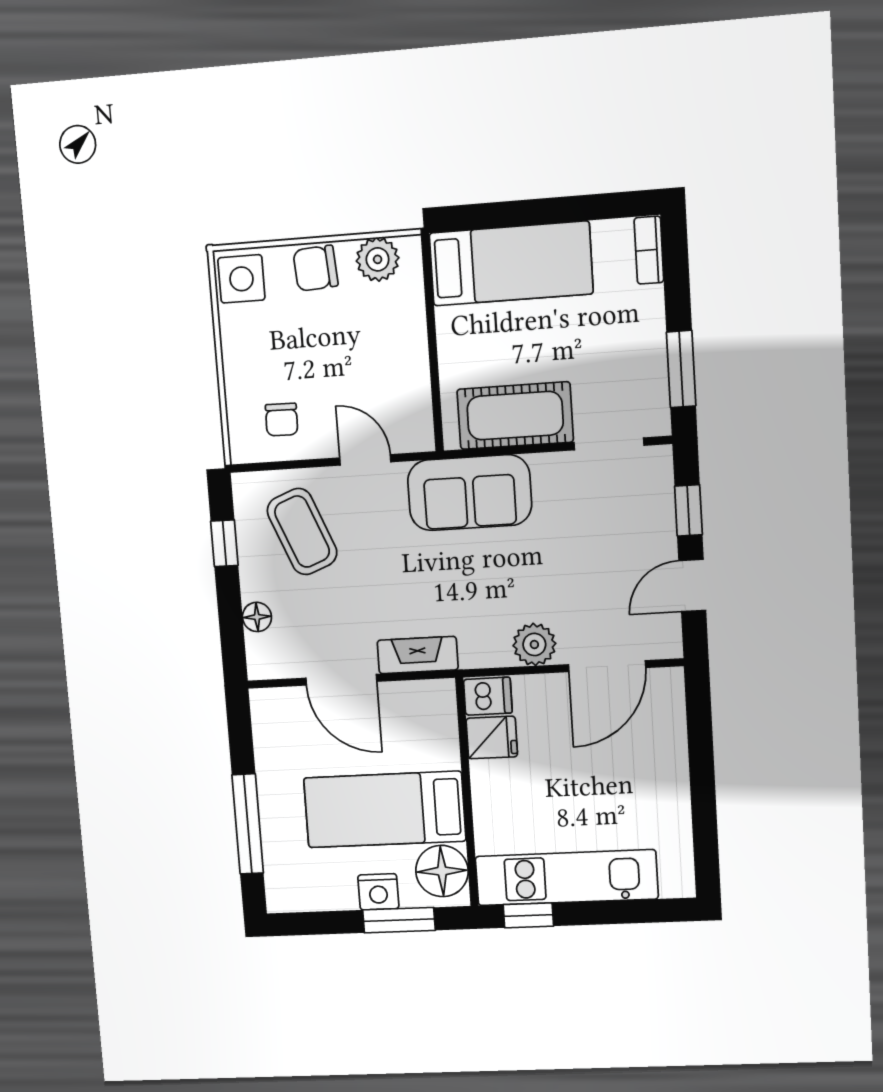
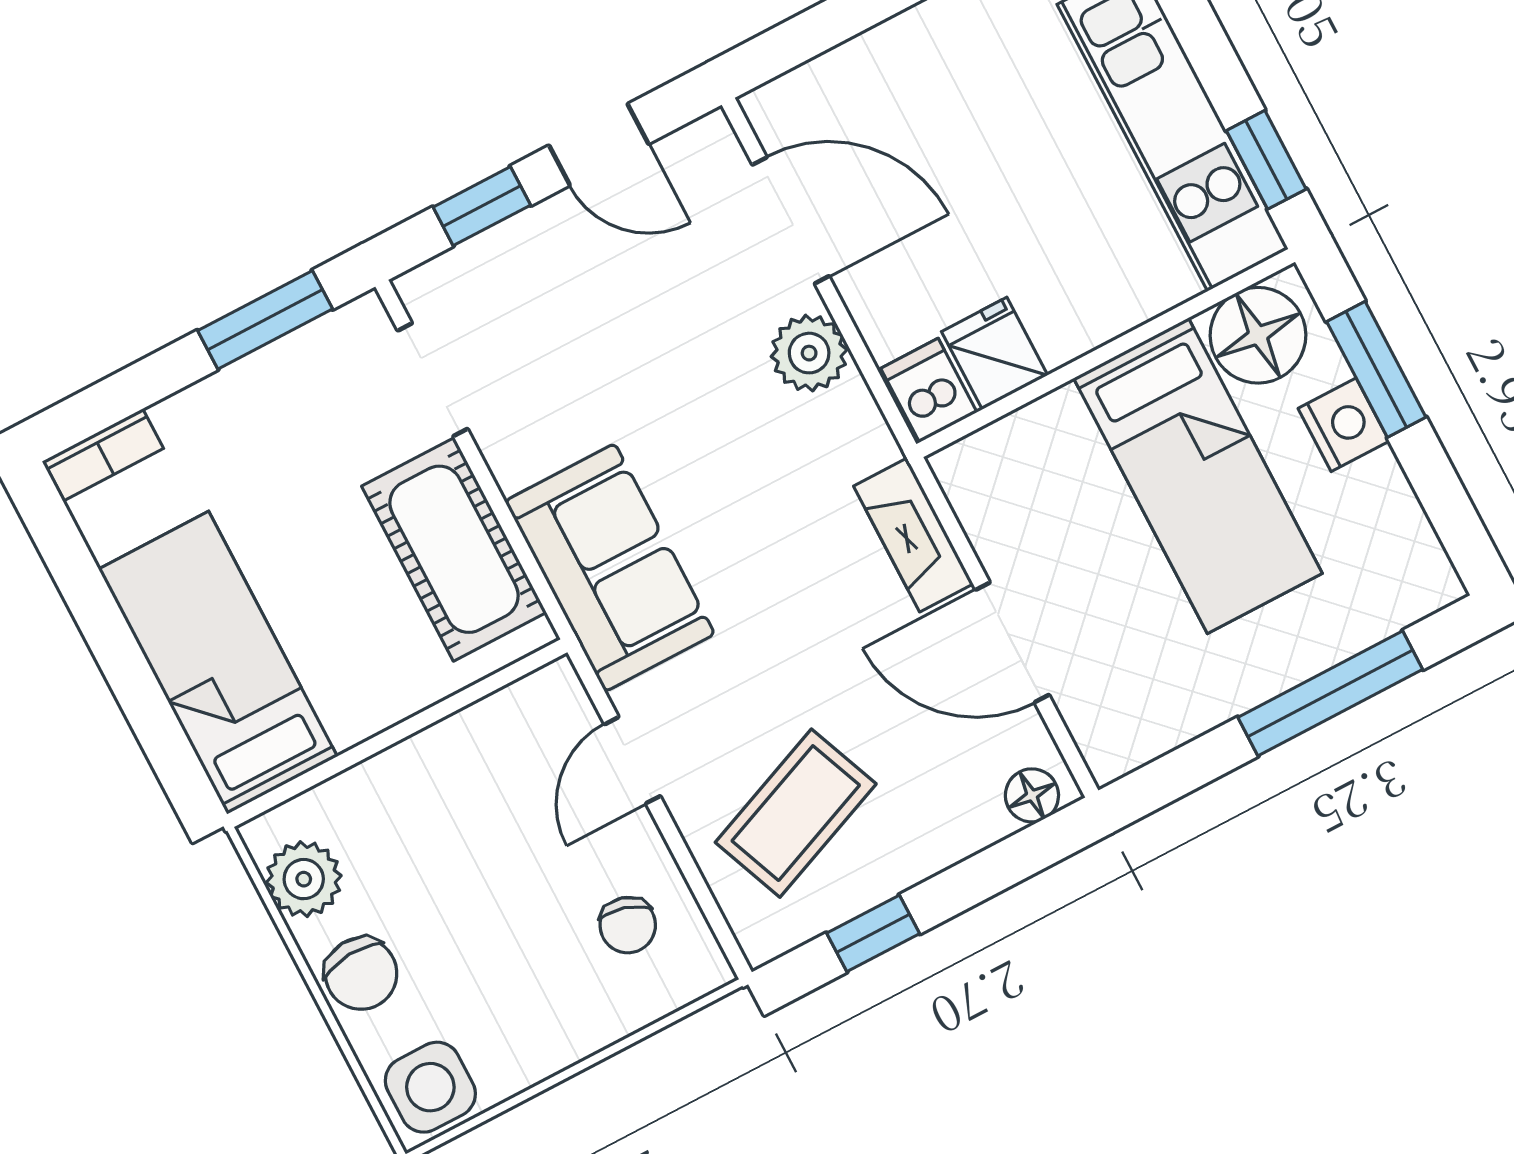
chair: (282, 420) -> (628, 925), turned 105
floor lamp: (257, 617) -> (1032, 795), moved
door: (341, 680) -> (1012, 642), swing flipped

